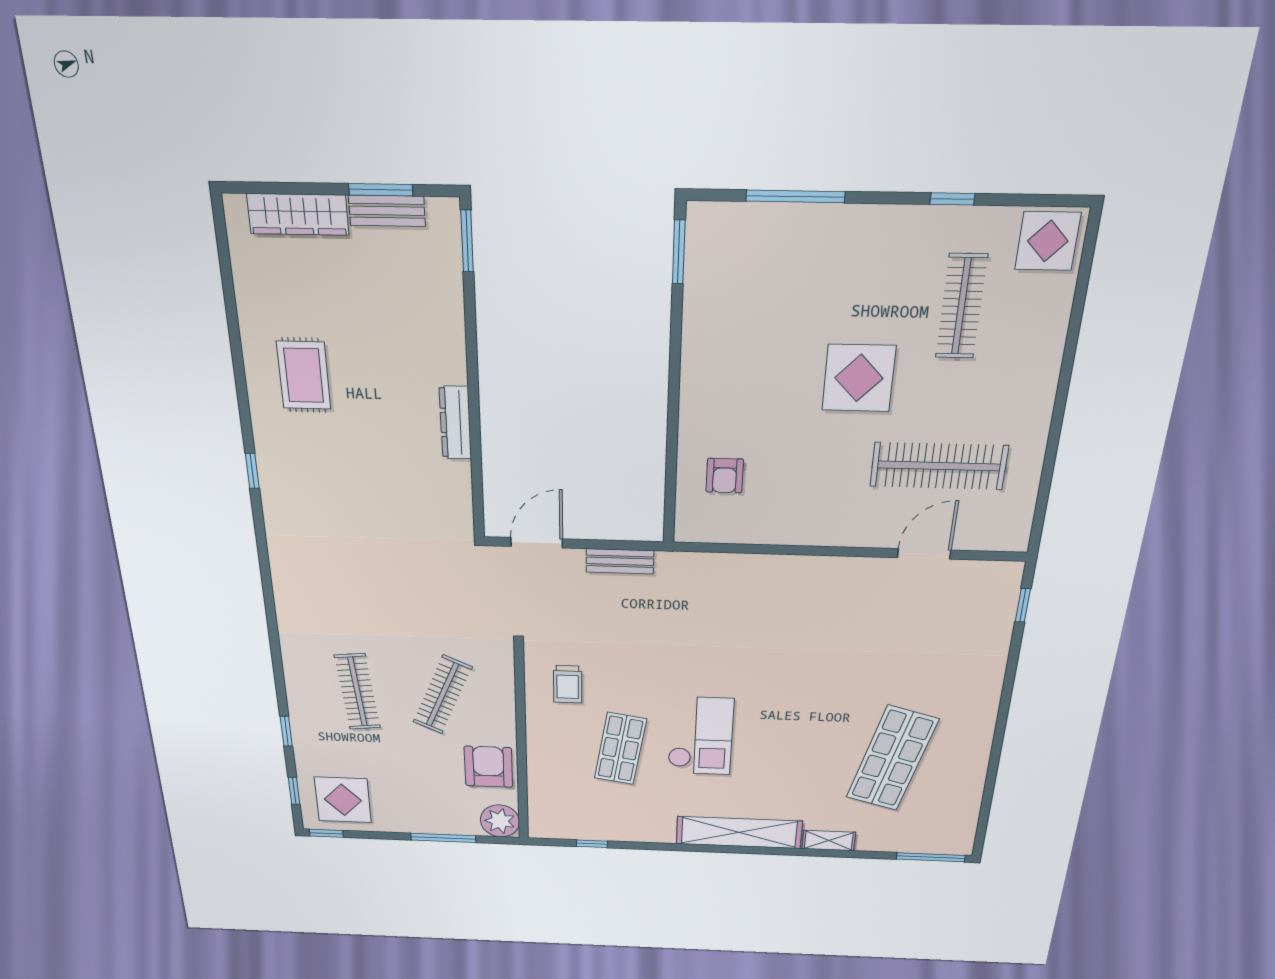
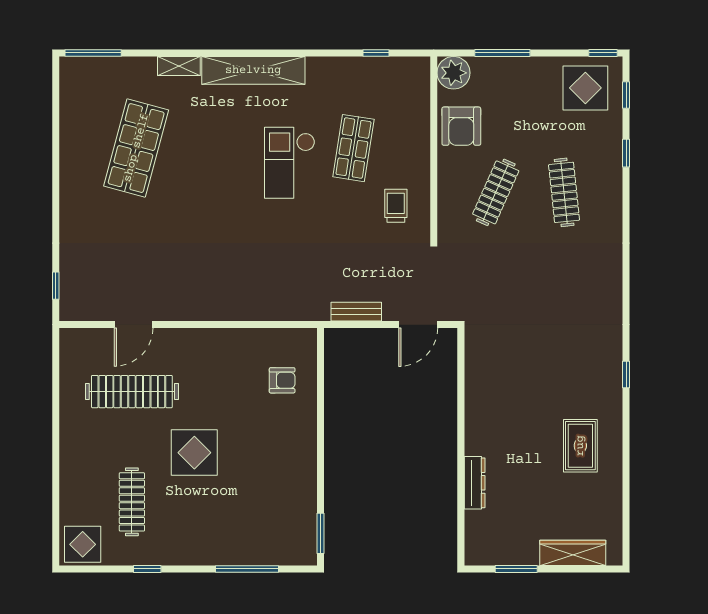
bench: (387, 211) -> (513, 556), removed
window: (467, 241) -> (461, 538), removed
dresser: (455, 423) -> (475, 483), moved
armchair: (725, 476) -> (282, 380), turned 90

